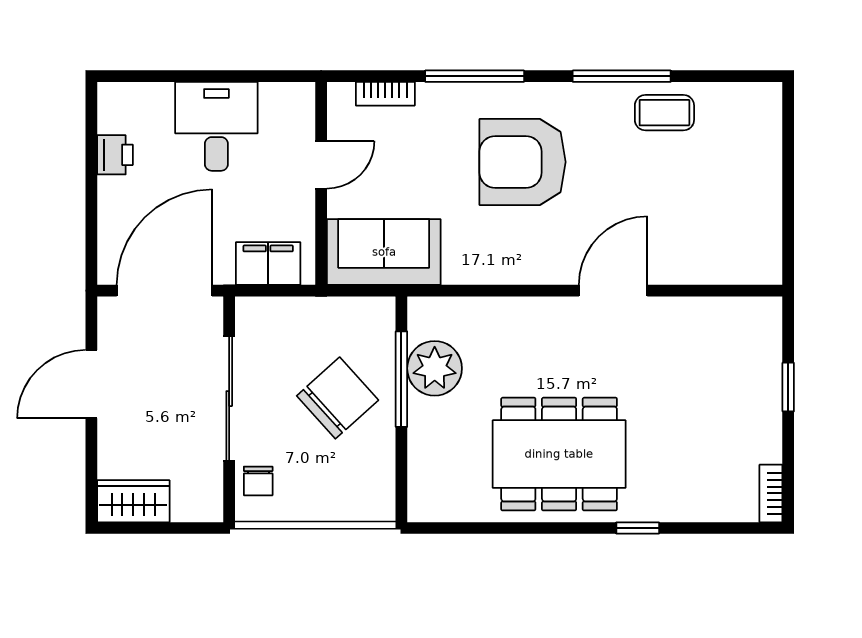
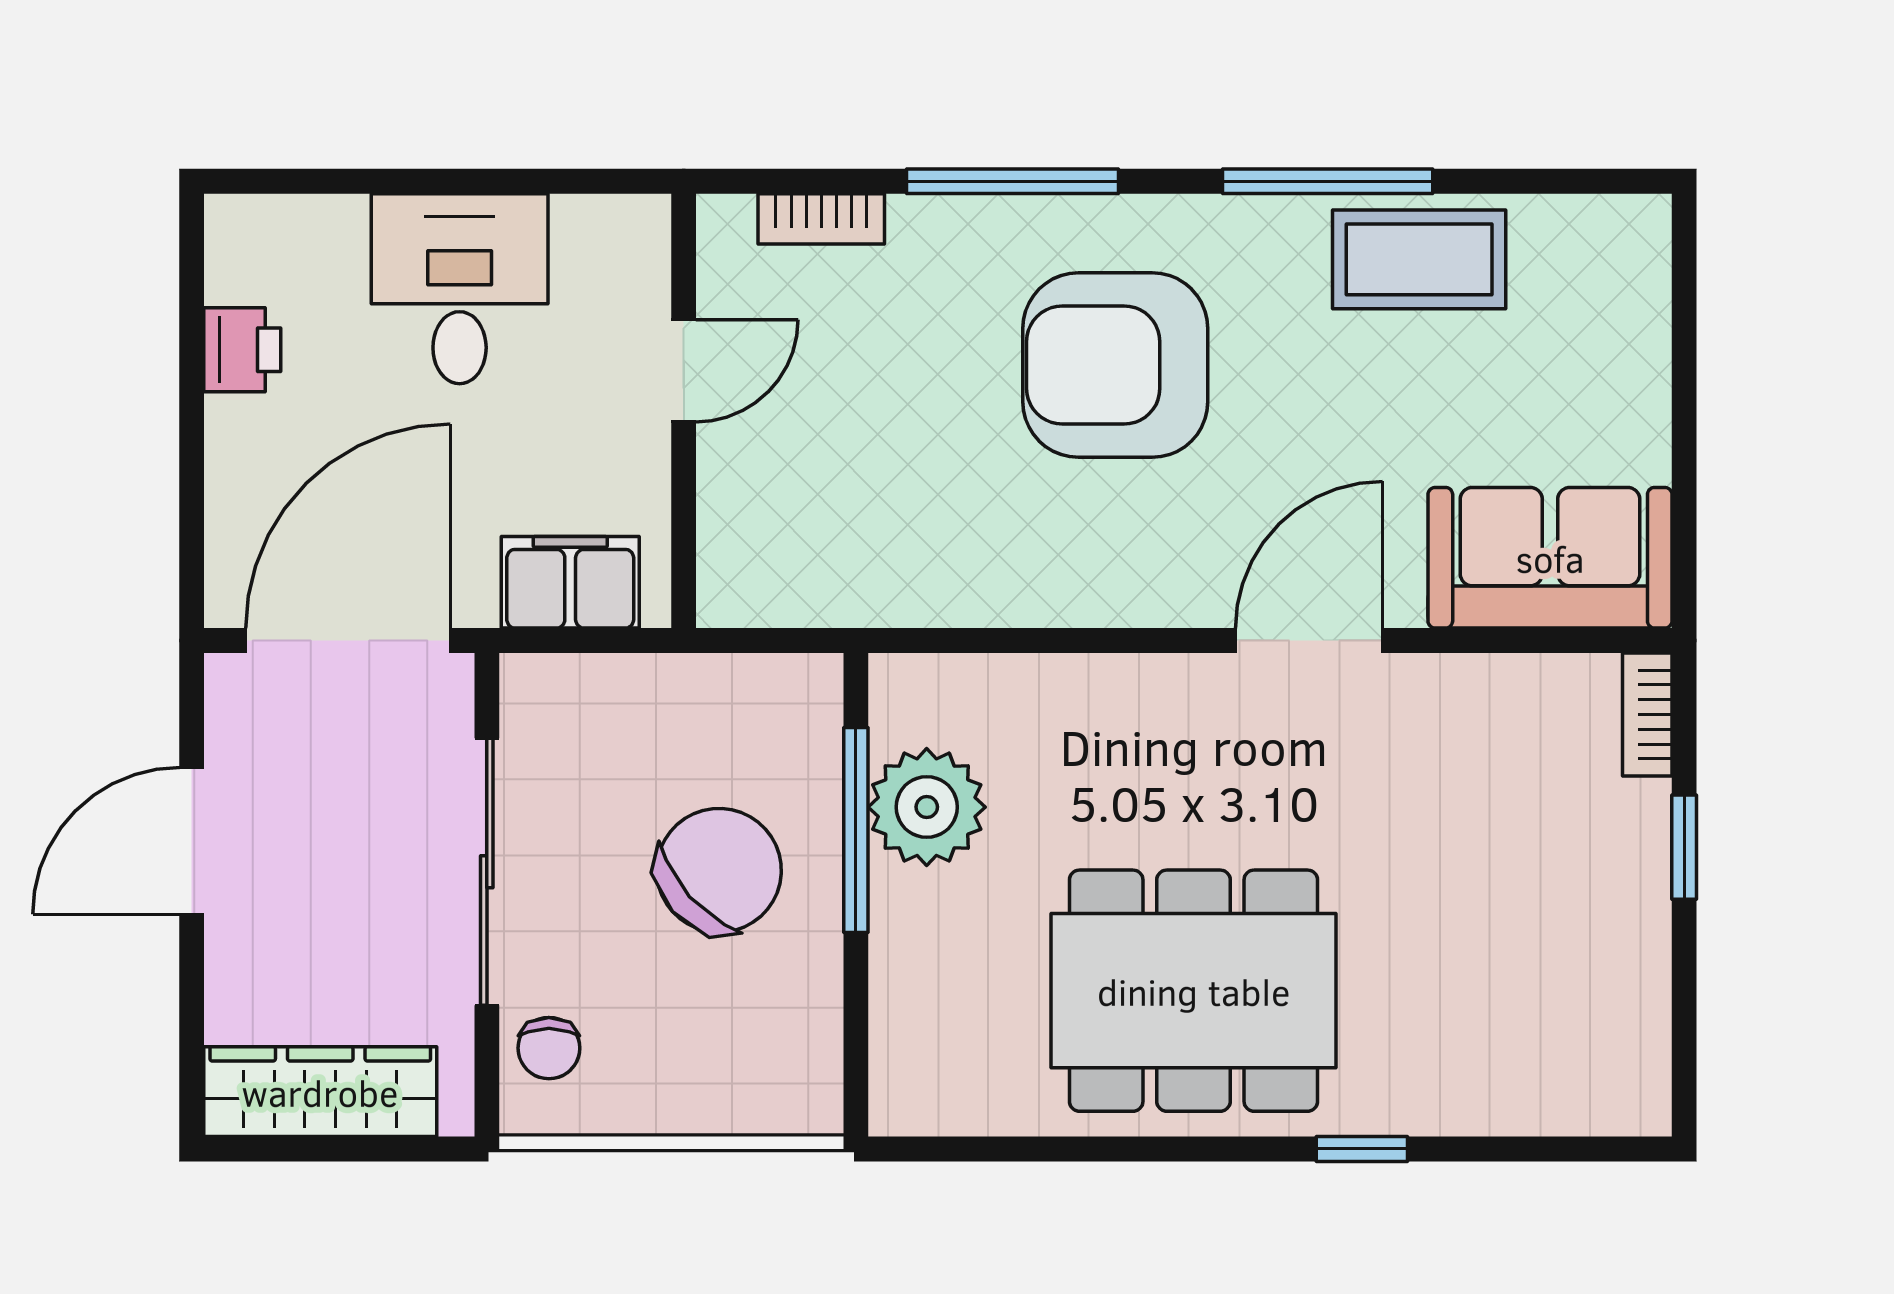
coffee table: (664, 113) -> (1419, 259), width x1.36, depth x1.30
sofa: (384, 252) -> (1550, 558), moved
bookcase: (771, 493) -> (1647, 714), moved
wardrobe: (133, 501) -> (320, 1092), width x1.50

